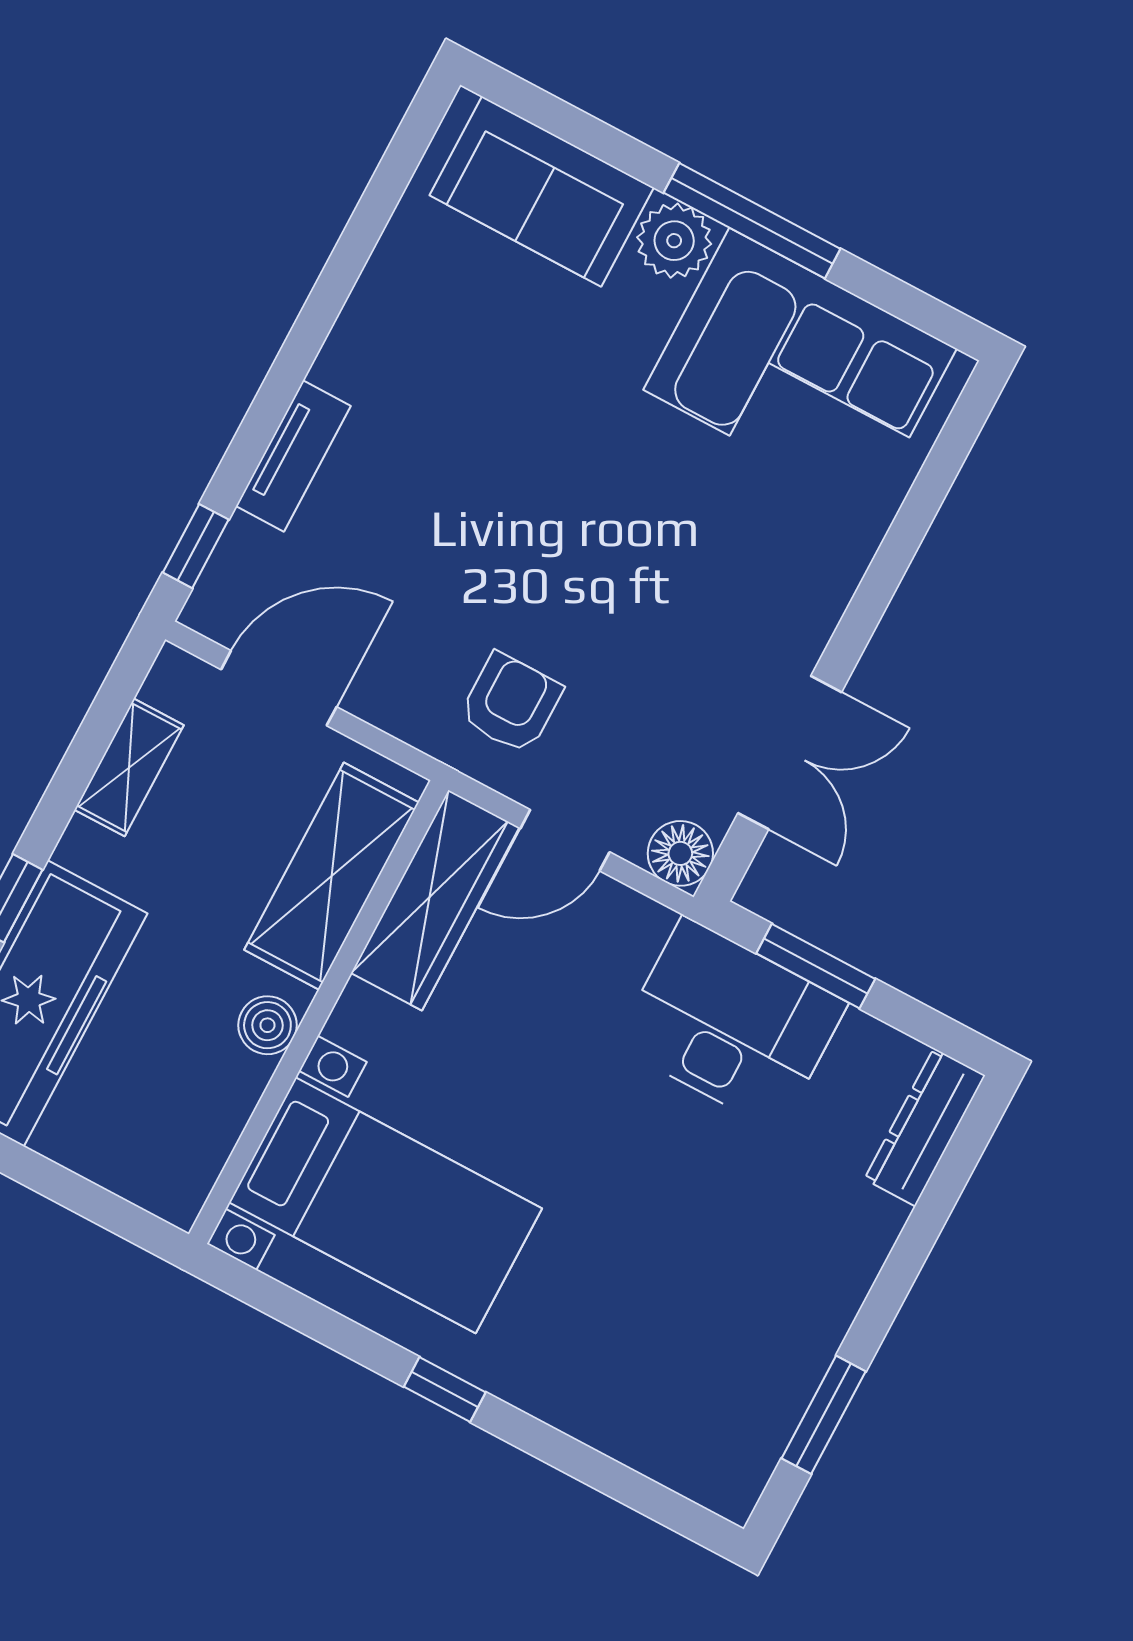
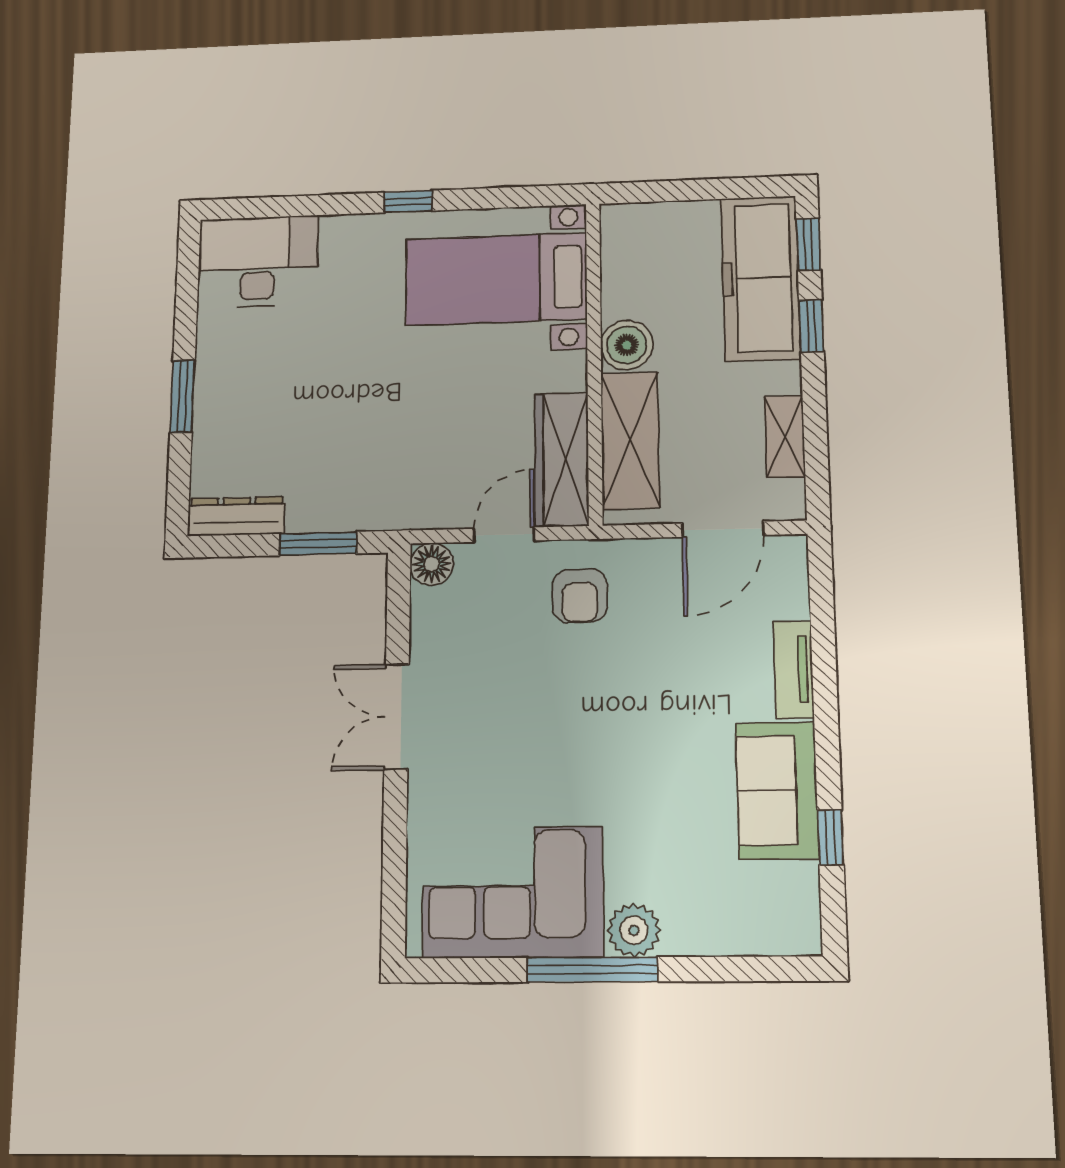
sofa: (542, 191) -> (777, 790), moved, turned -90
window: (196, 546) -> (831, 837), moved
double door: (790, 753) -> (397, 717), moved
desk: (731, 1024) -> (258, 262), moved, turned 180
boiler: (267, 1025) -> (627, 345), width x1.36, depth x1.36
dresser: (925, 1127) -> (236, 516), moved, turned -90
window: (824, 1415) -> (182, 396), moved

